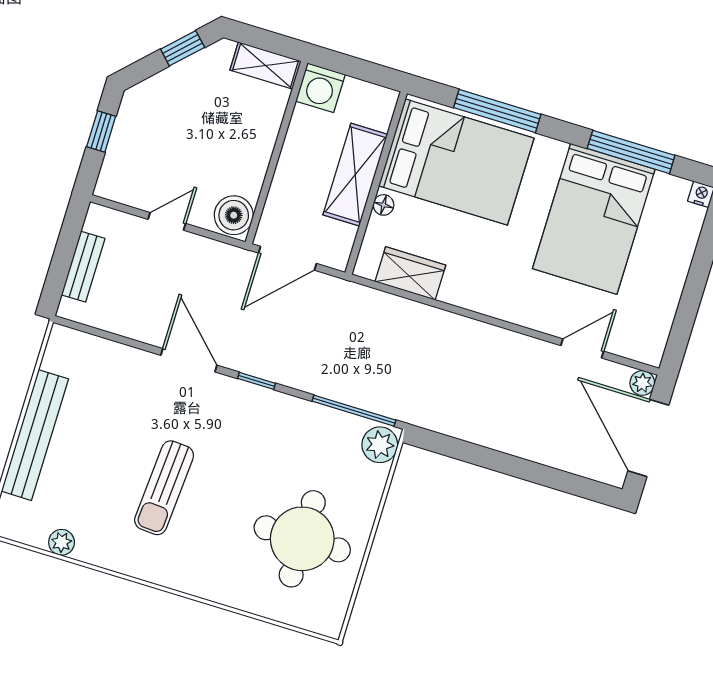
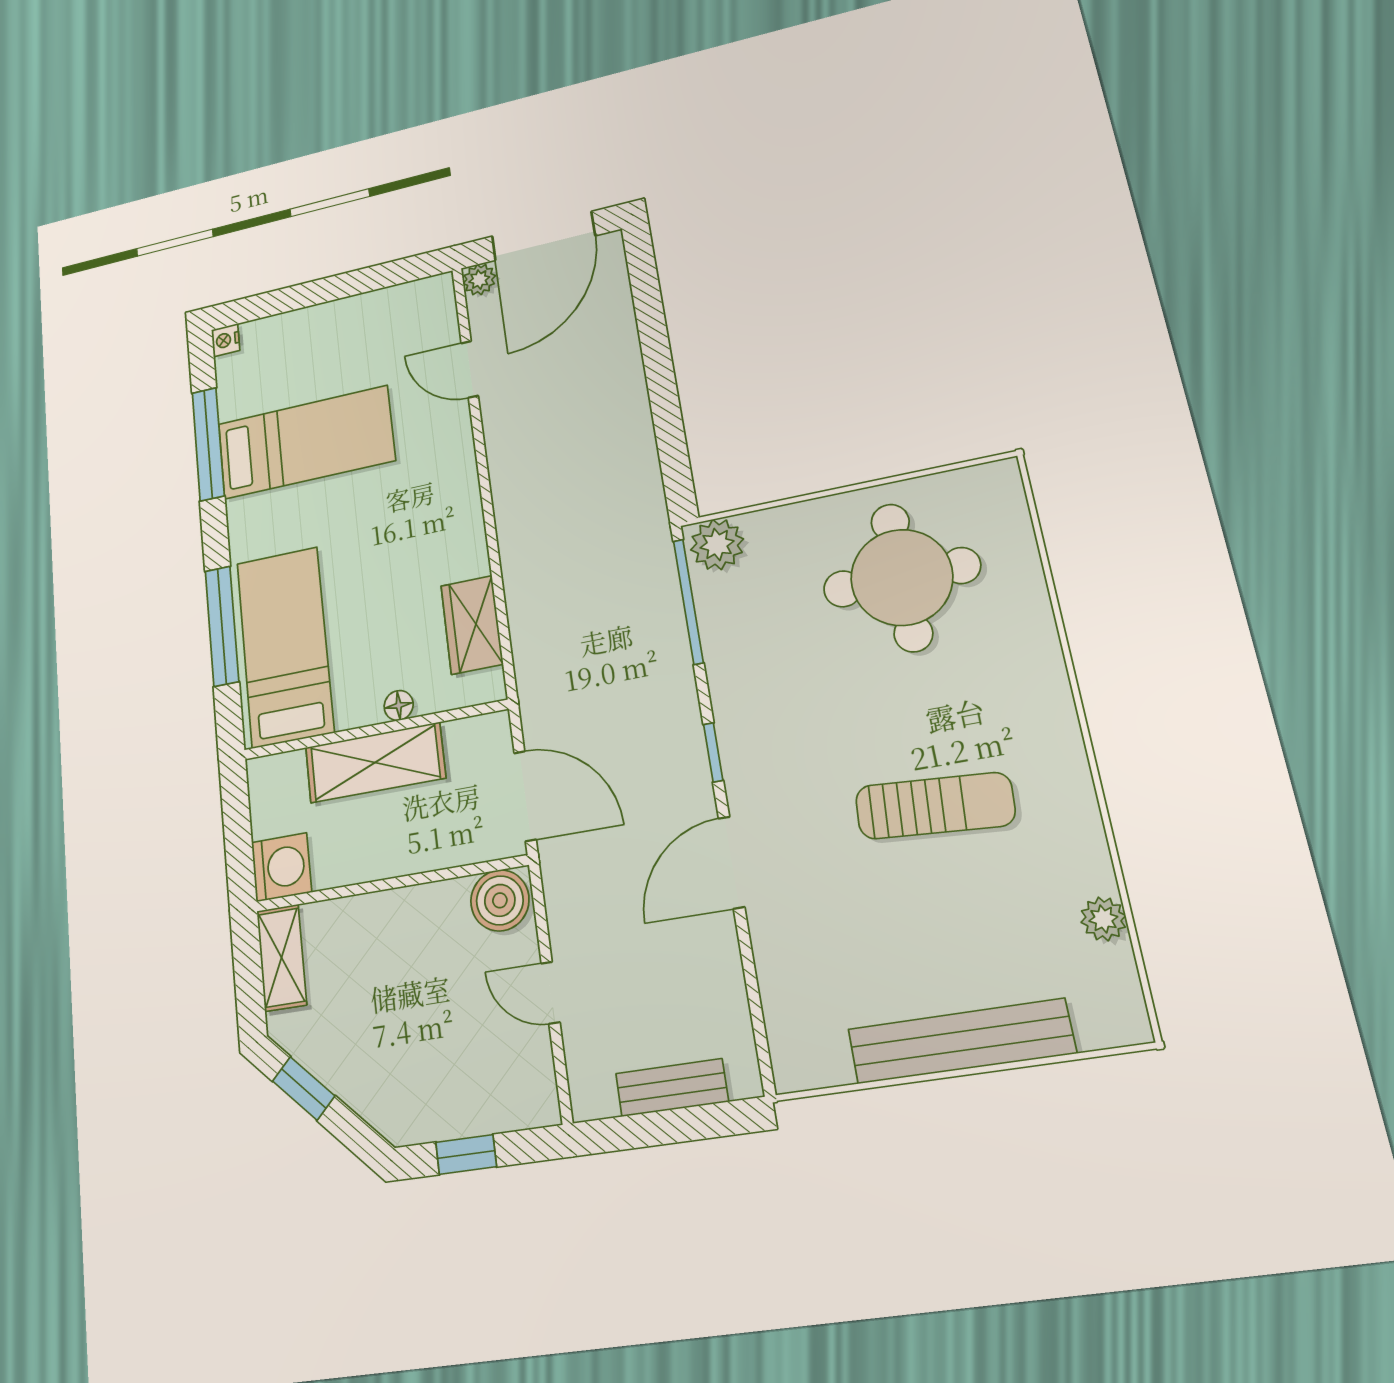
bed: (456, 162) -> (285, 647), width x0.67
bed: (594, 219) -> (306, 442), width x0.67

